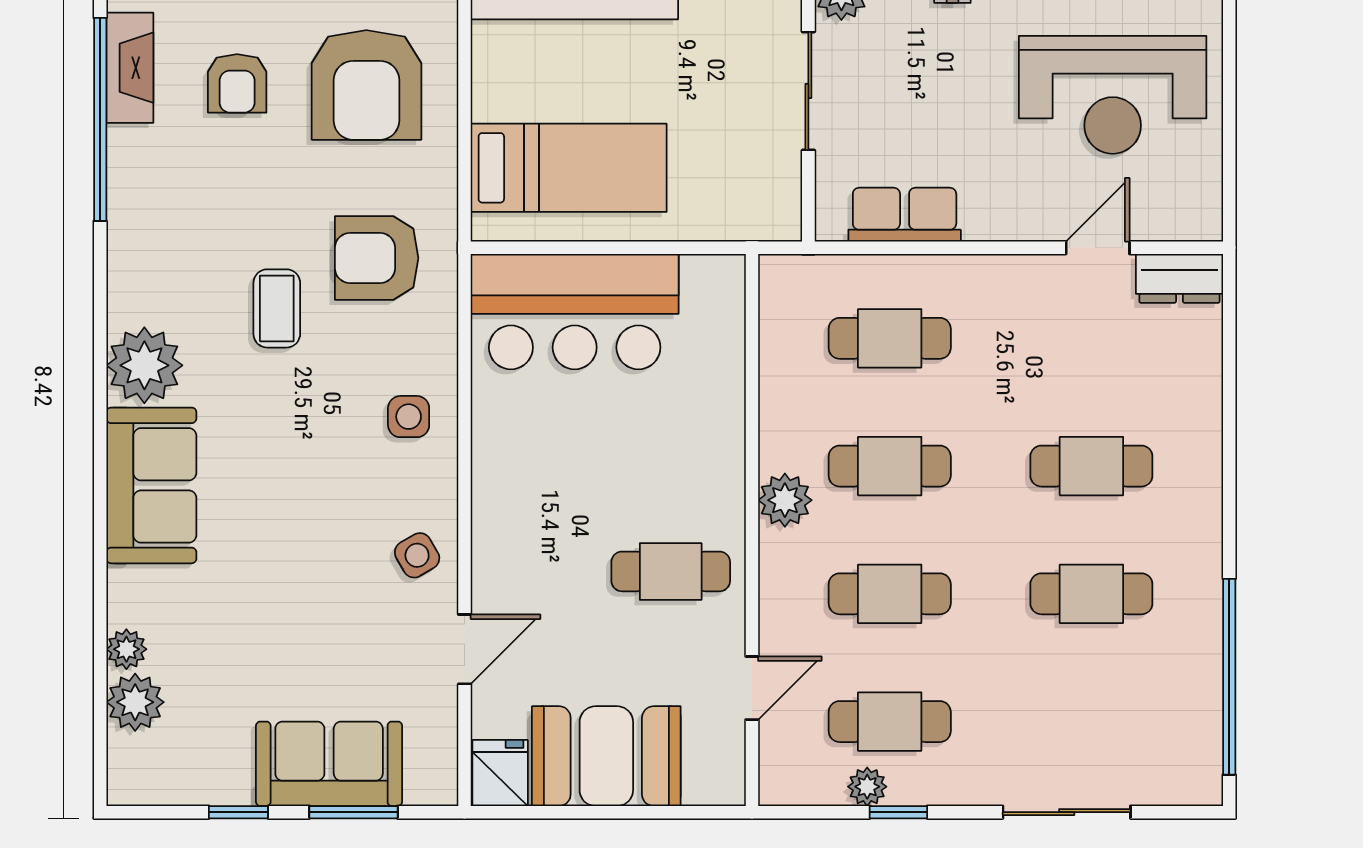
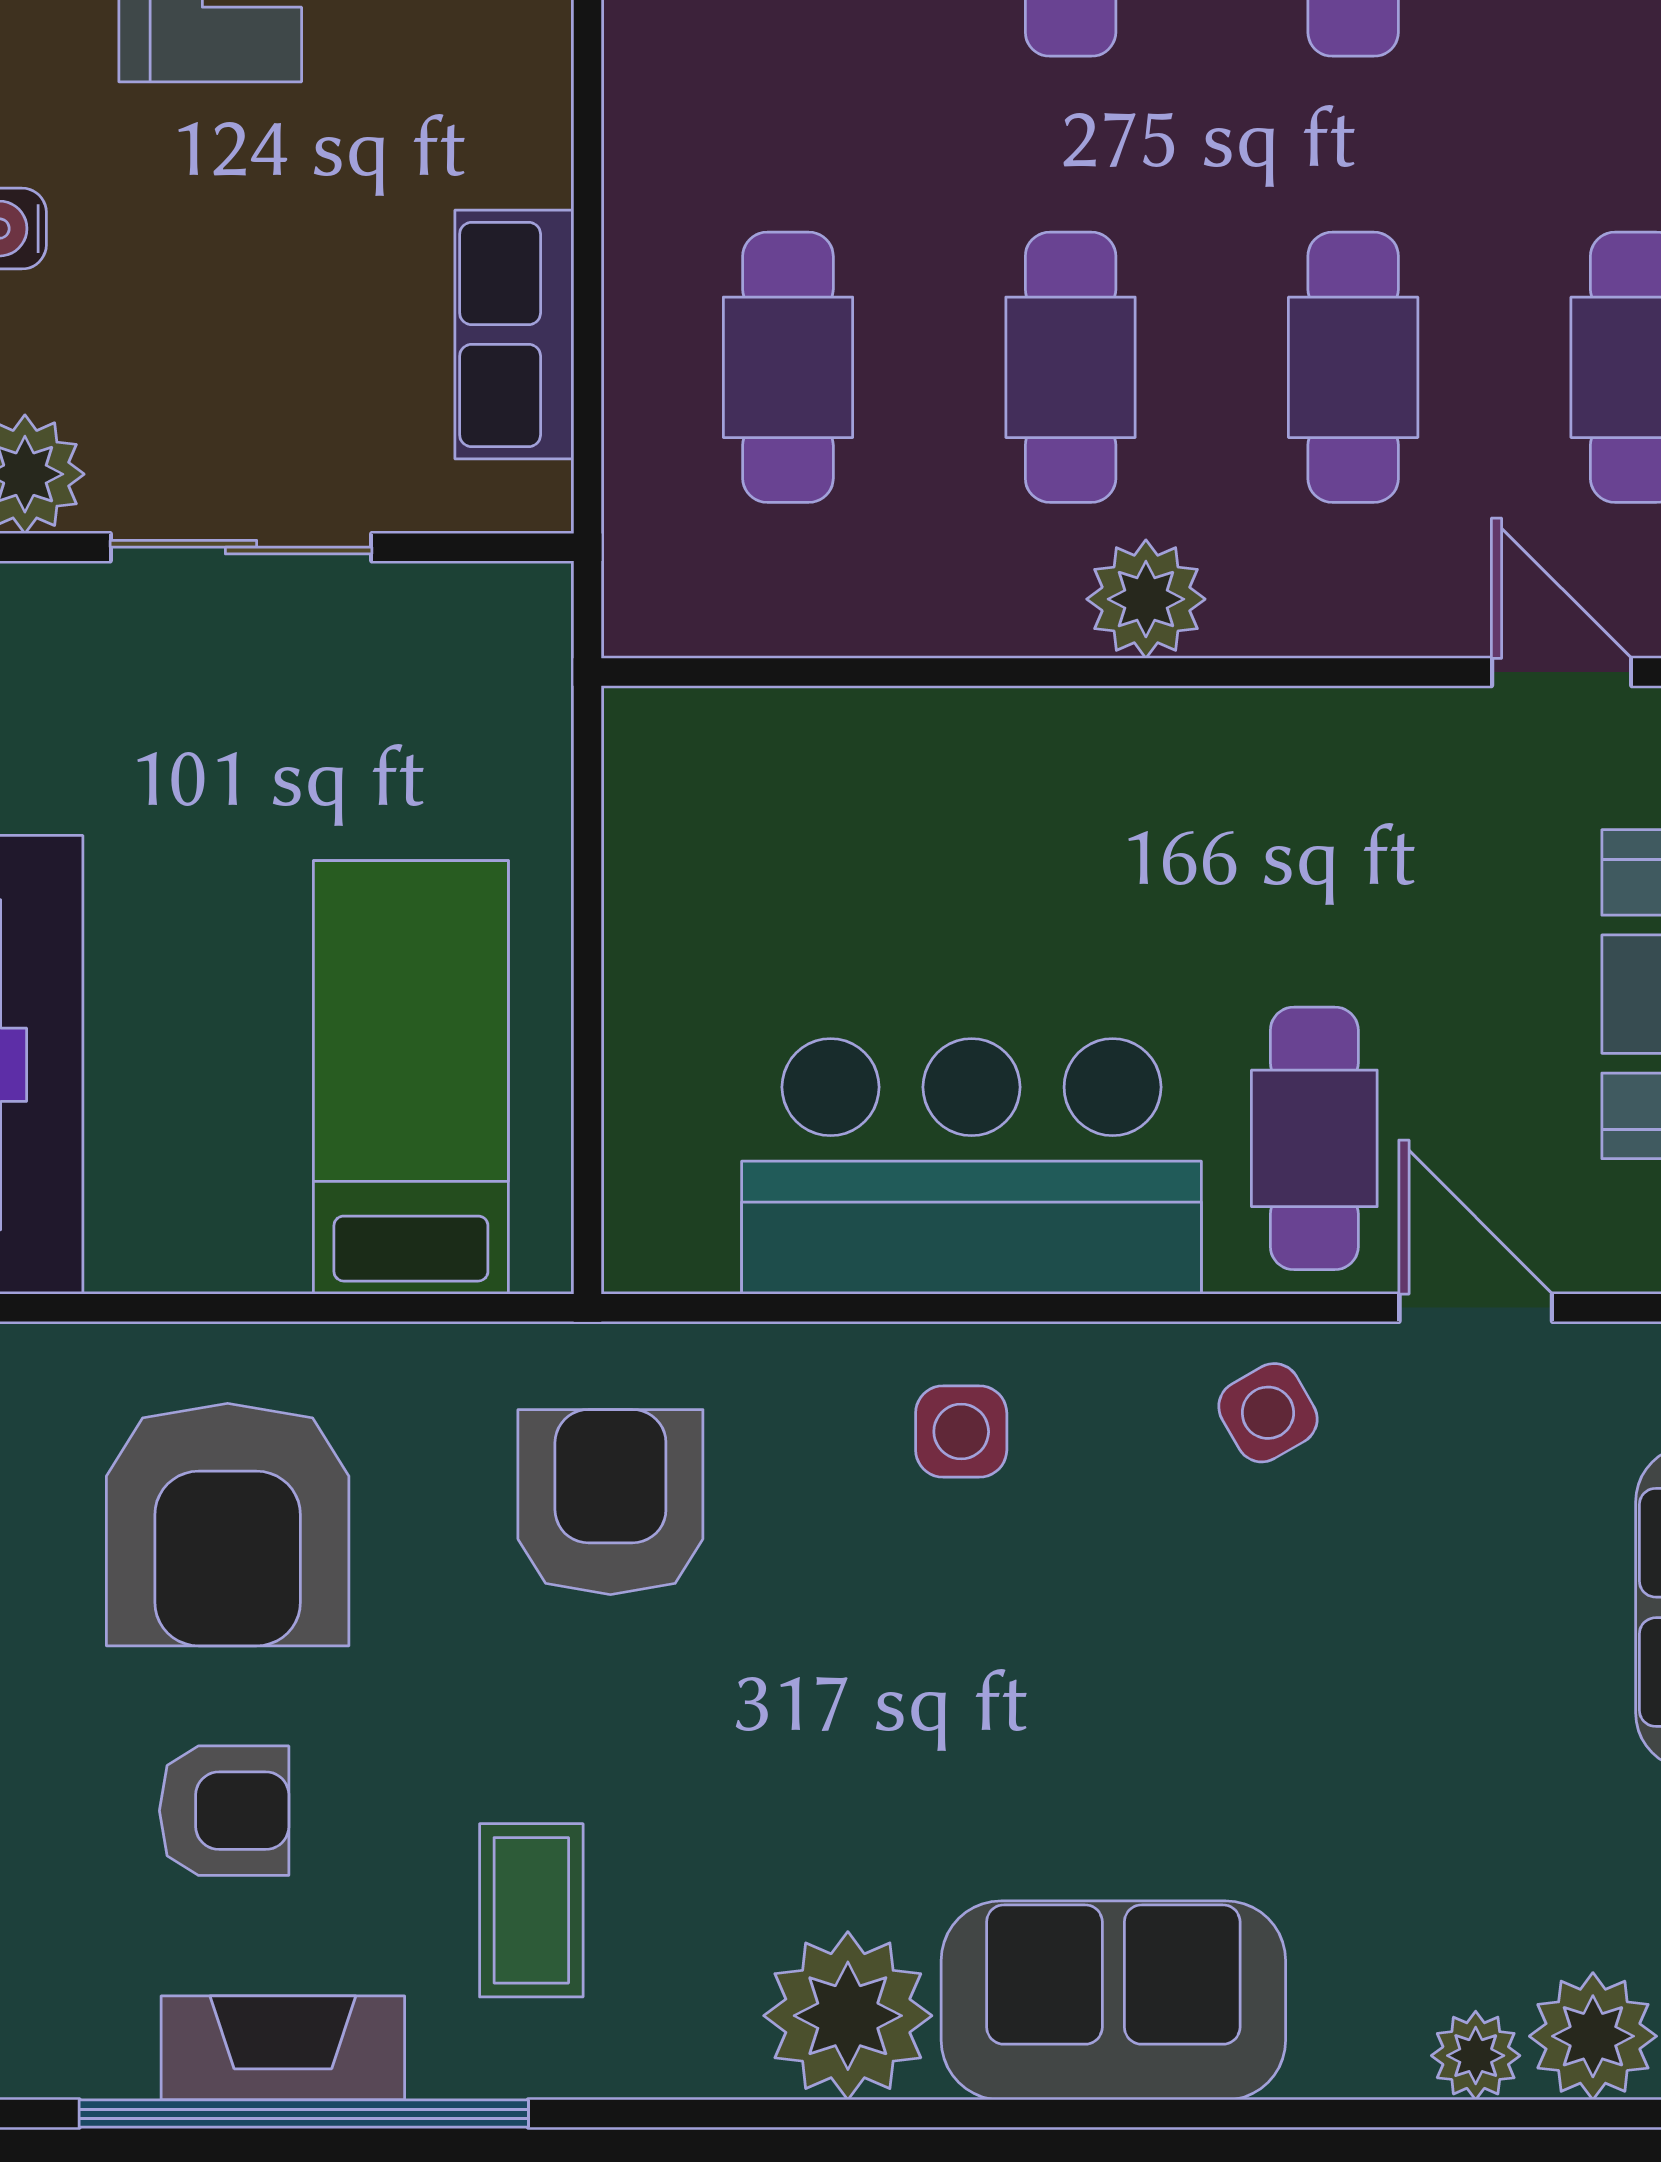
fireplace: (130, 68) -> (283, 2048), moved
armchair: (366, 85) -> (228, 1525), turned 90
armchair: (377, 258) -> (610, 1502), turned 180
coffee table: (277, 308) -> (531, 1910), moved, turned 90
bar counter: (575, 312) -> (972, 1166), moved, turned -90
cafe table: (671, 571) -> (1314, 1138), moved

